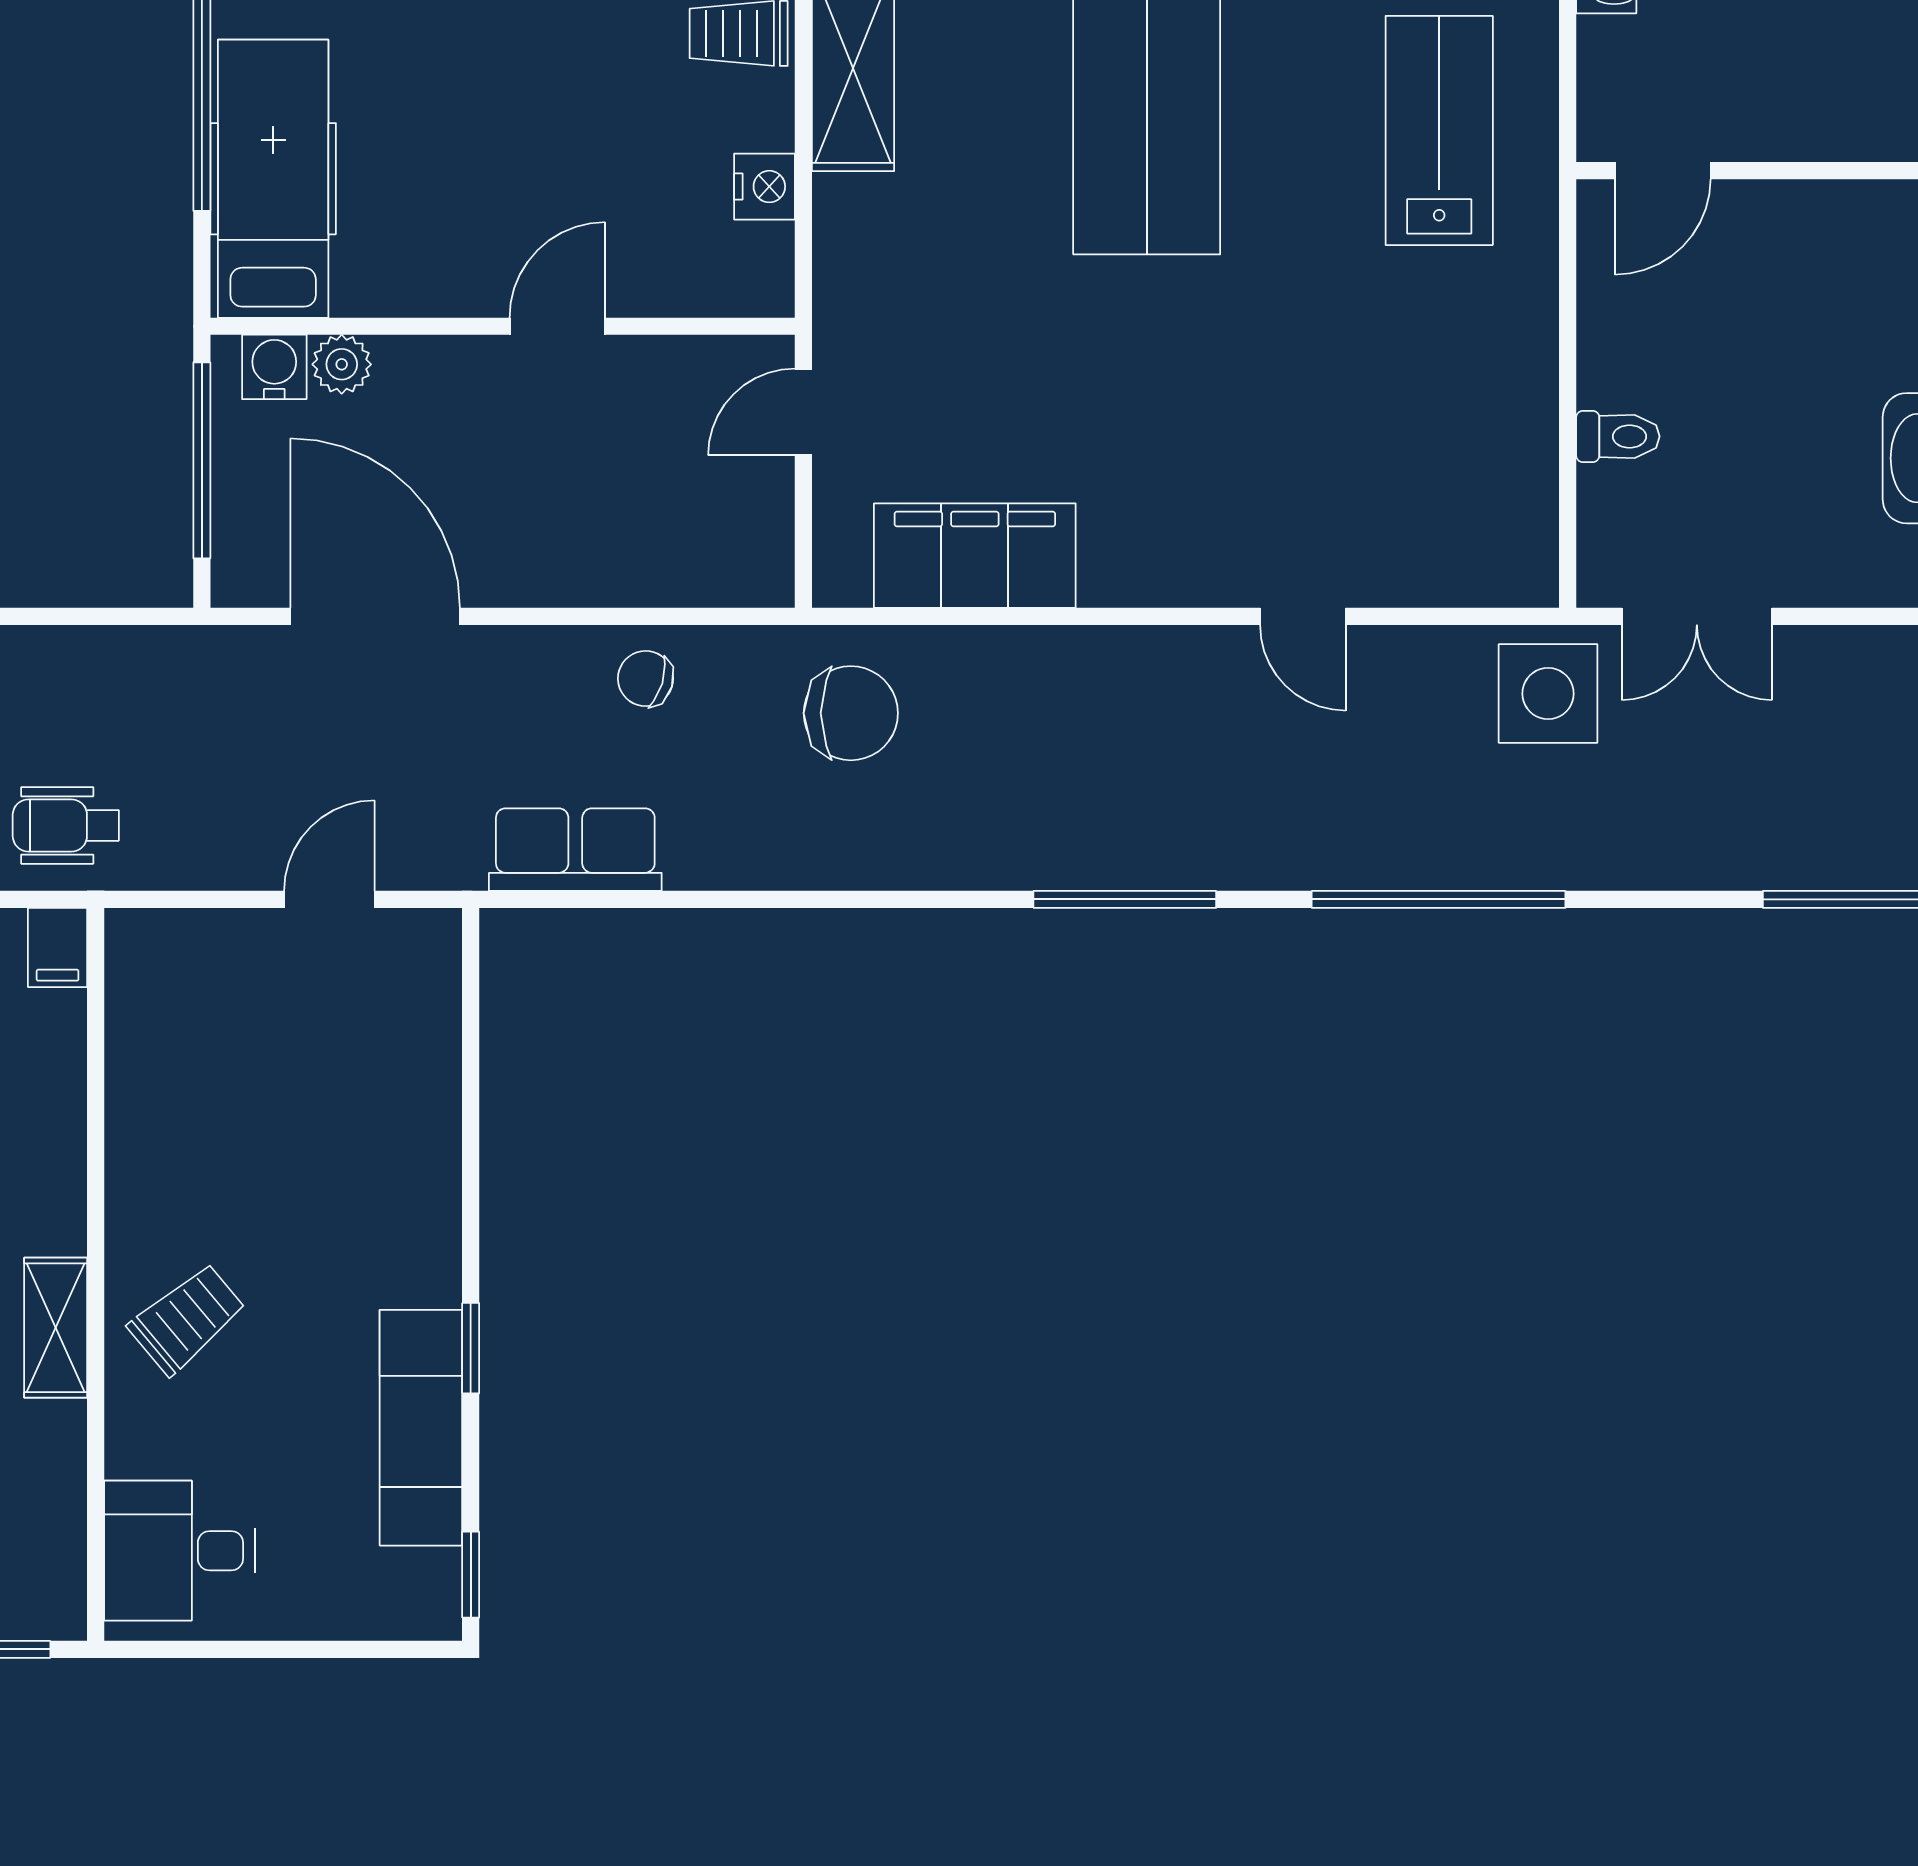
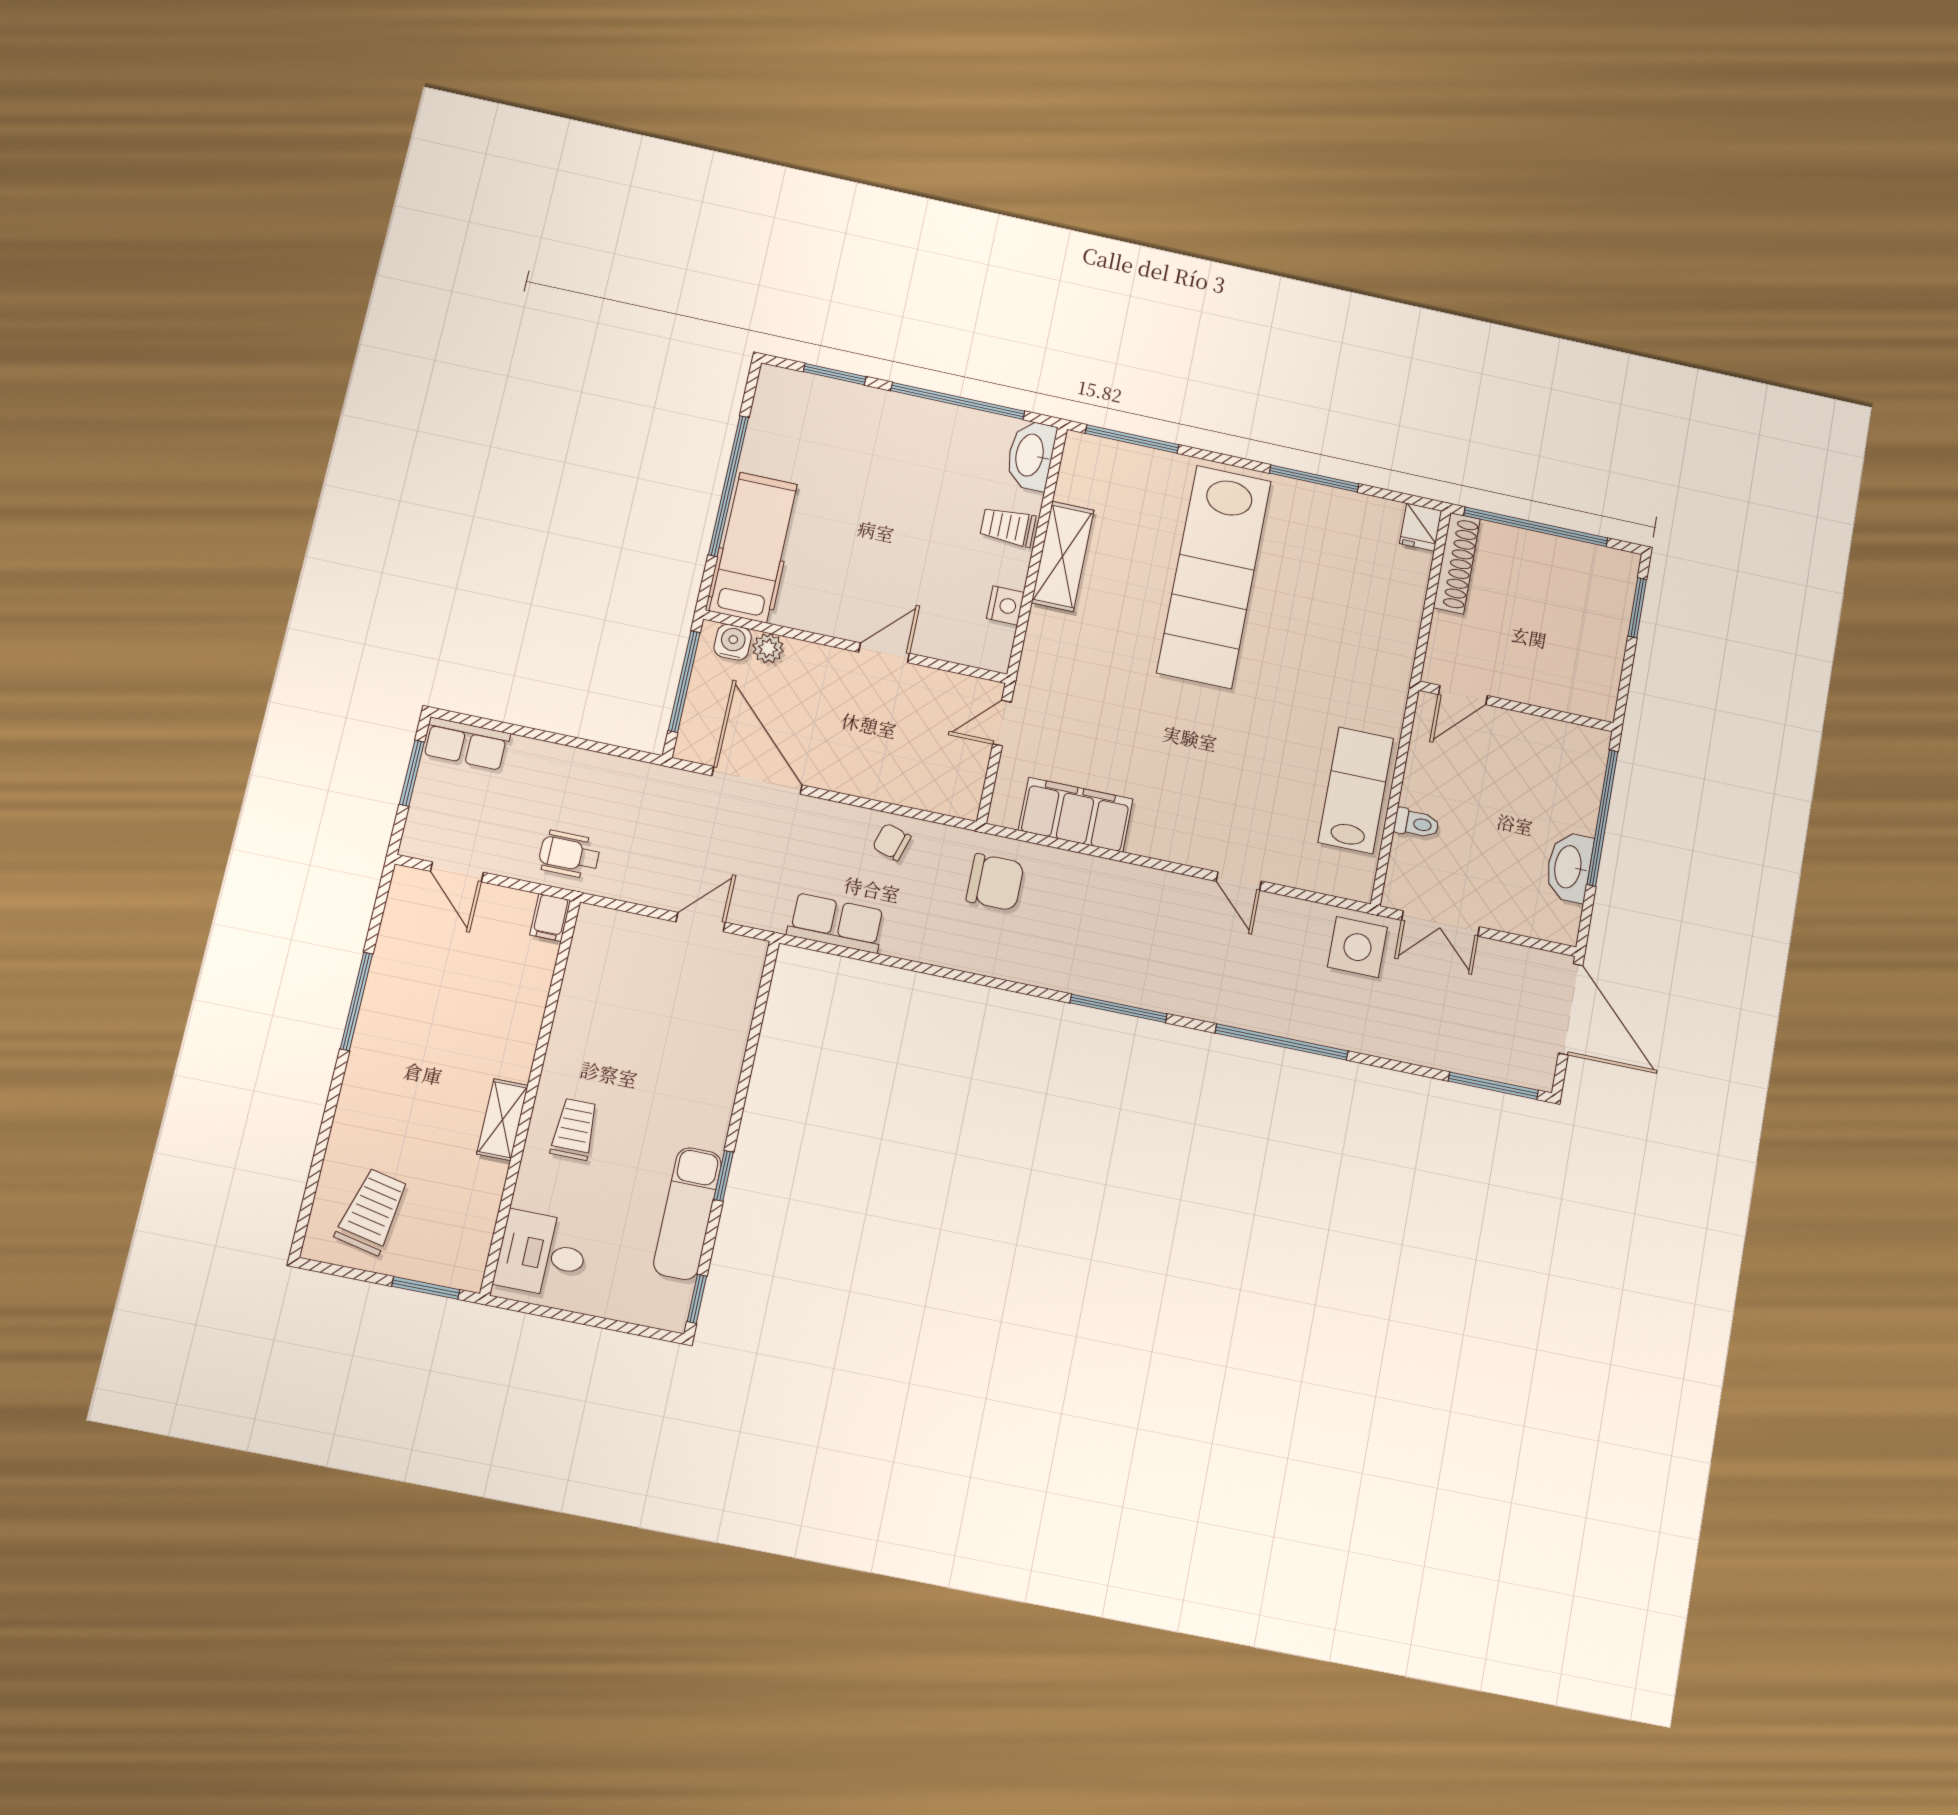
lab bench: (1439, 130) -> (1356, 790), moved
trolley: (187, 1319) -> (574, 1129), turned -50

